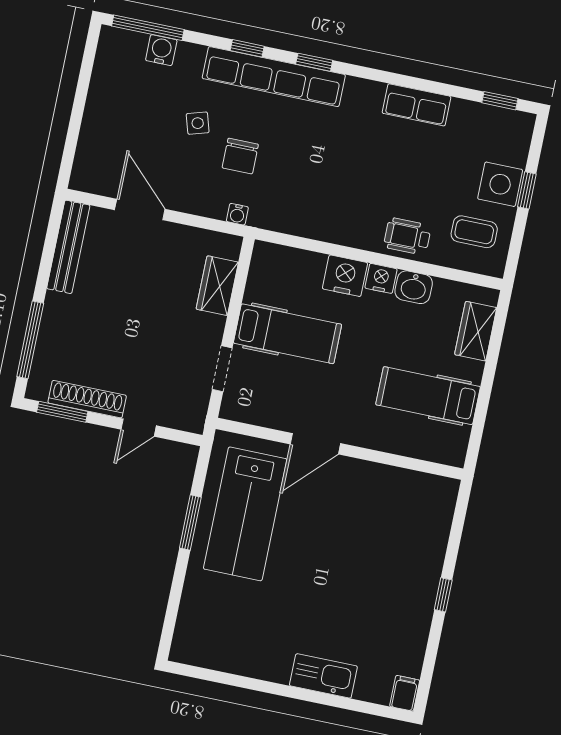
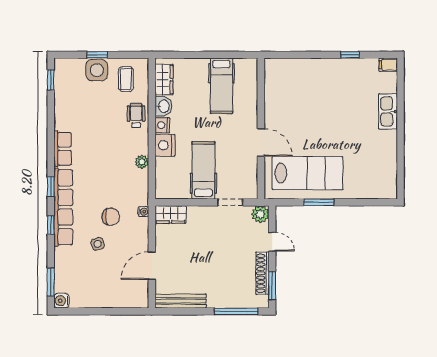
window: (148, 28) -> (51, 282), width x0.69
water cooler: (161, 50) -> (62, 301), moved
row of seats: (417, 105) -> (63, 149), moved
plant: (324, 230) -> (142, 162), added
wheelchair: (407, 236) -> (136, 115), turned 180
wardrobe: (217, 286) -> (171, 215), moved
wardrobe: (476, 331) -> (164, 80), moved, turned -90
plant: (191, 417) -> (260, 214), added
window: (443, 595) -> (350, 55), moved

